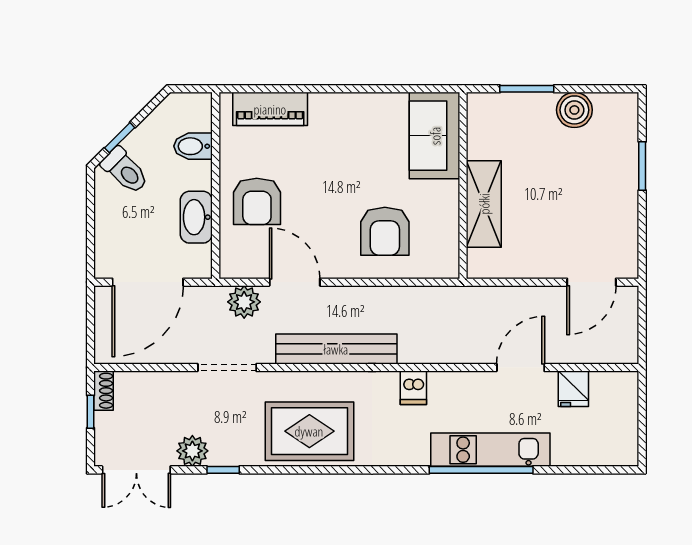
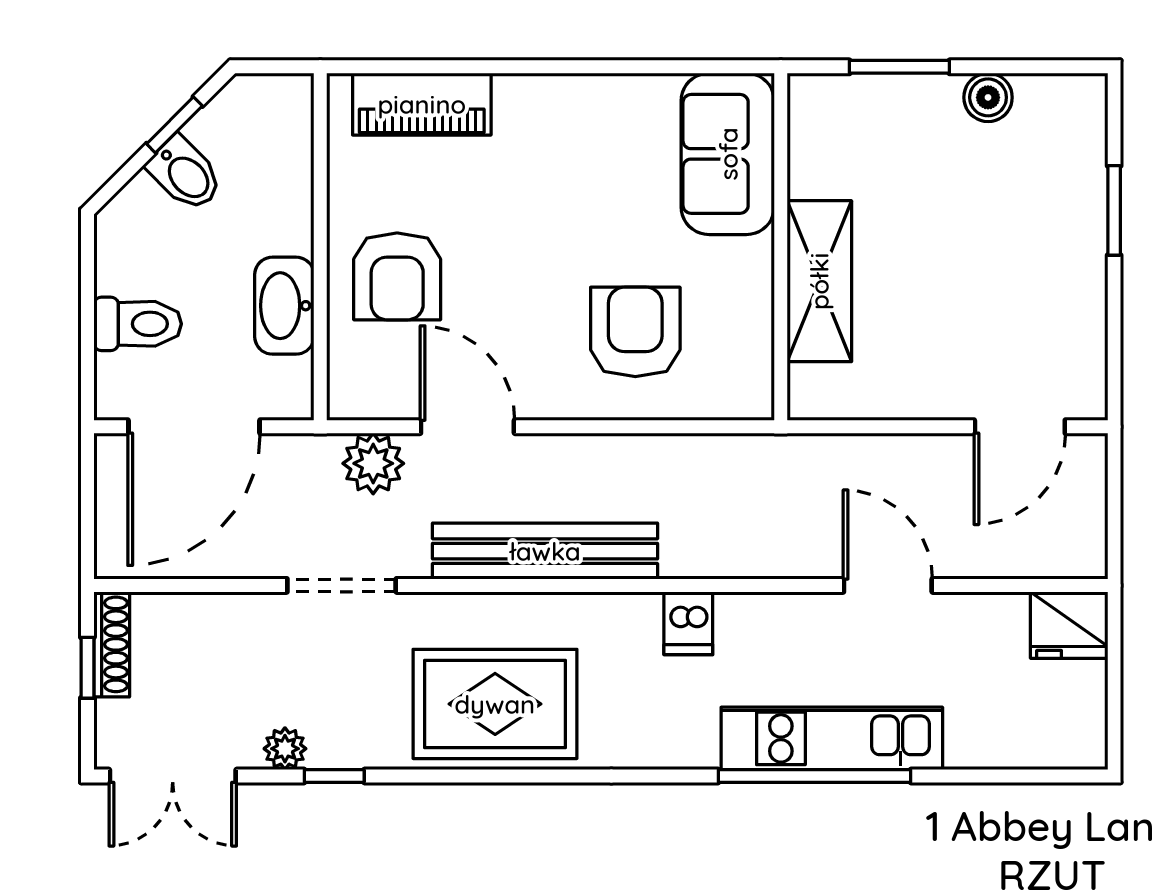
boiler: (574, 110) -> (988, 97), width x0.73, depth x0.73
window: (120, 138) -> (174, 125), moved
bidet: (193, 146) -> (185, 174), moved, turned -135
toilet: (125, 171) -> (138, 324), moved, turned -45
armchair: (385, 231) -> (635, 332), turned 180
door: (521, 367) -> (888, 585), hinge flipped
fridge: (573, 389) -> (1069, 625), moved, width x1.38
shoe rack: (104, 391) -> (112, 644), width x1.43
plant: (192, 451) -> (285, 749), width x0.73, depth x0.73

